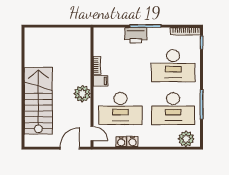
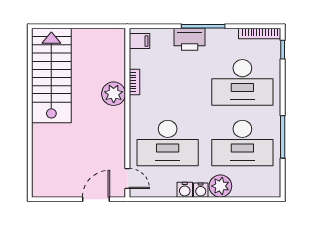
filing cabinet: (100, 81) -> (139, 41), moved
plant: (82, 94) -> (114, 94), moved
stairs: (38, 101) -> (51, 76), moved
plant: (186, 139) -> (220, 186), moved
water cooler: (121, 142) -> (201, 190), moved

